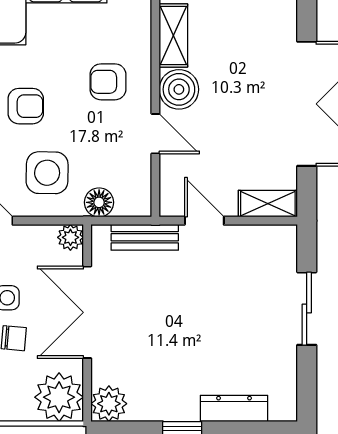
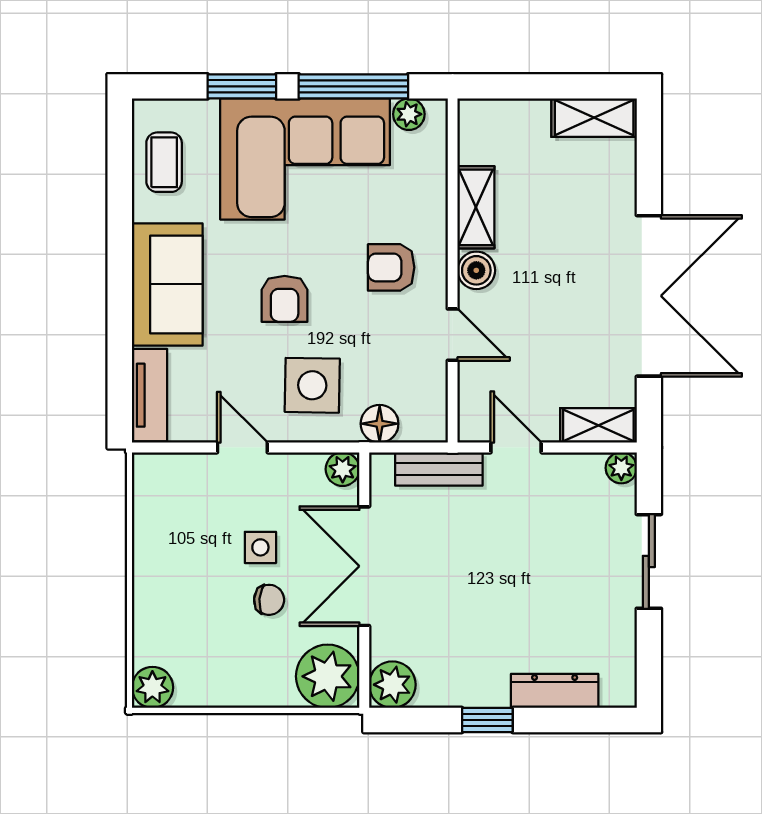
boiler: (179, 89) -> (476, 270), width x0.73, depth x0.73
armchair: (26, 106) -> (285, 299), turned 90
plant: (285, 236) -> (621, 468), added

